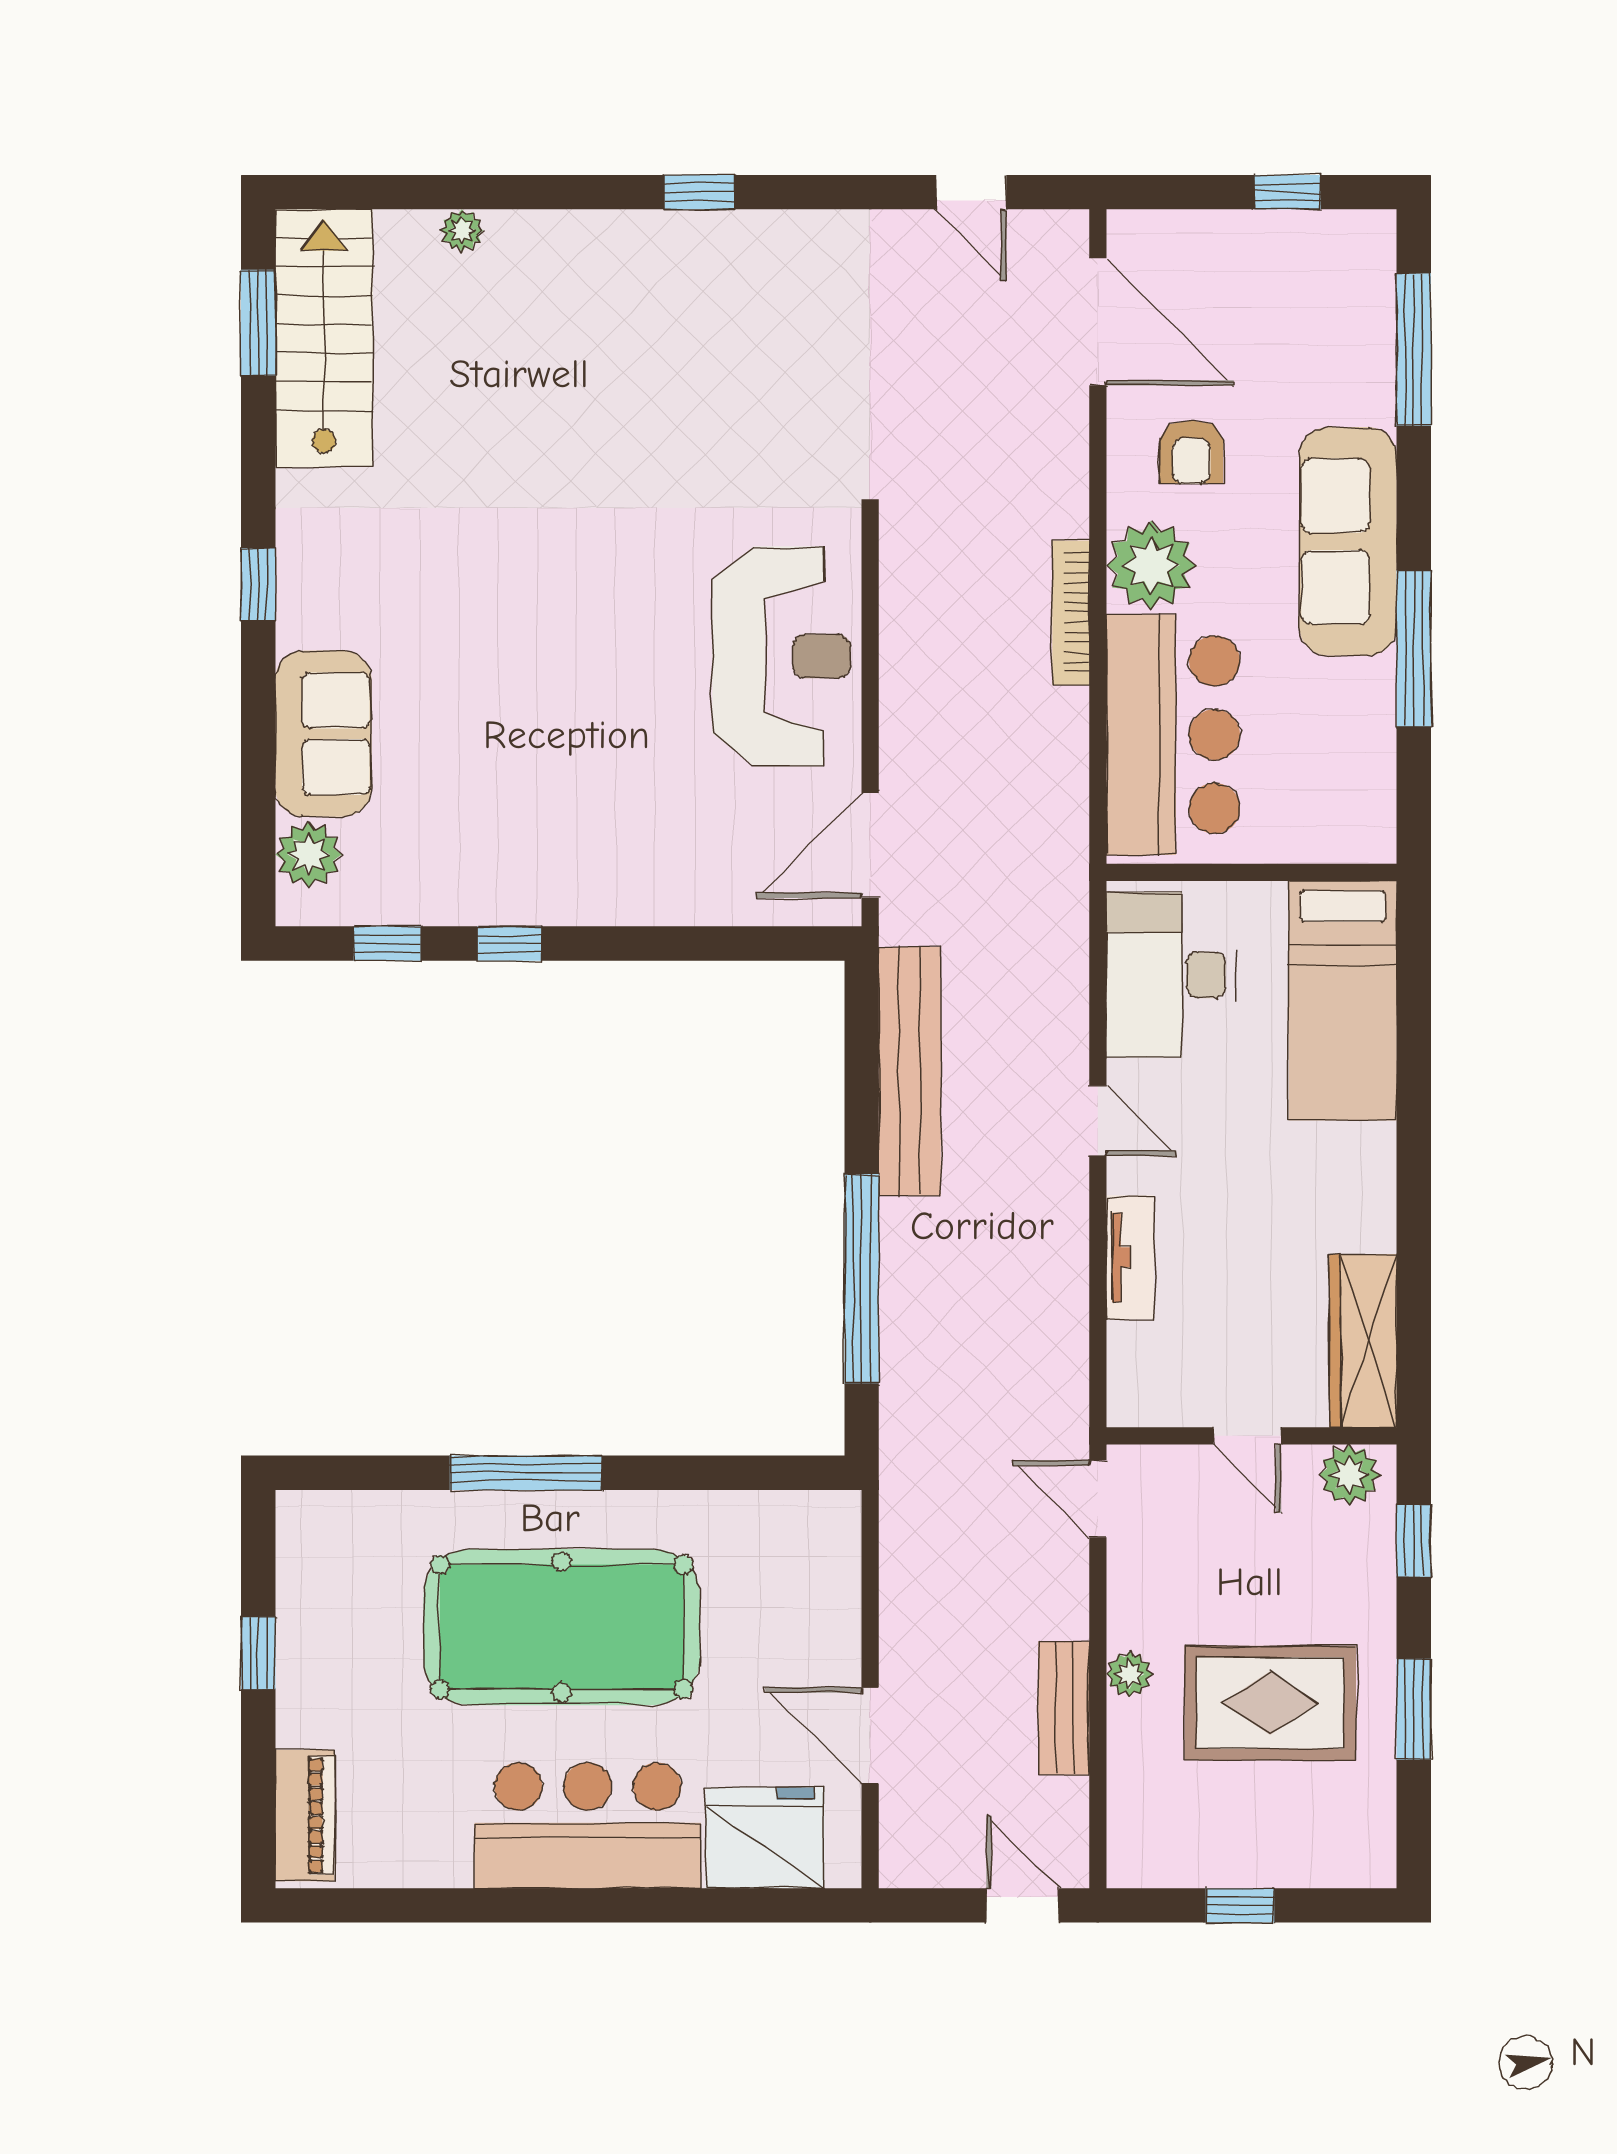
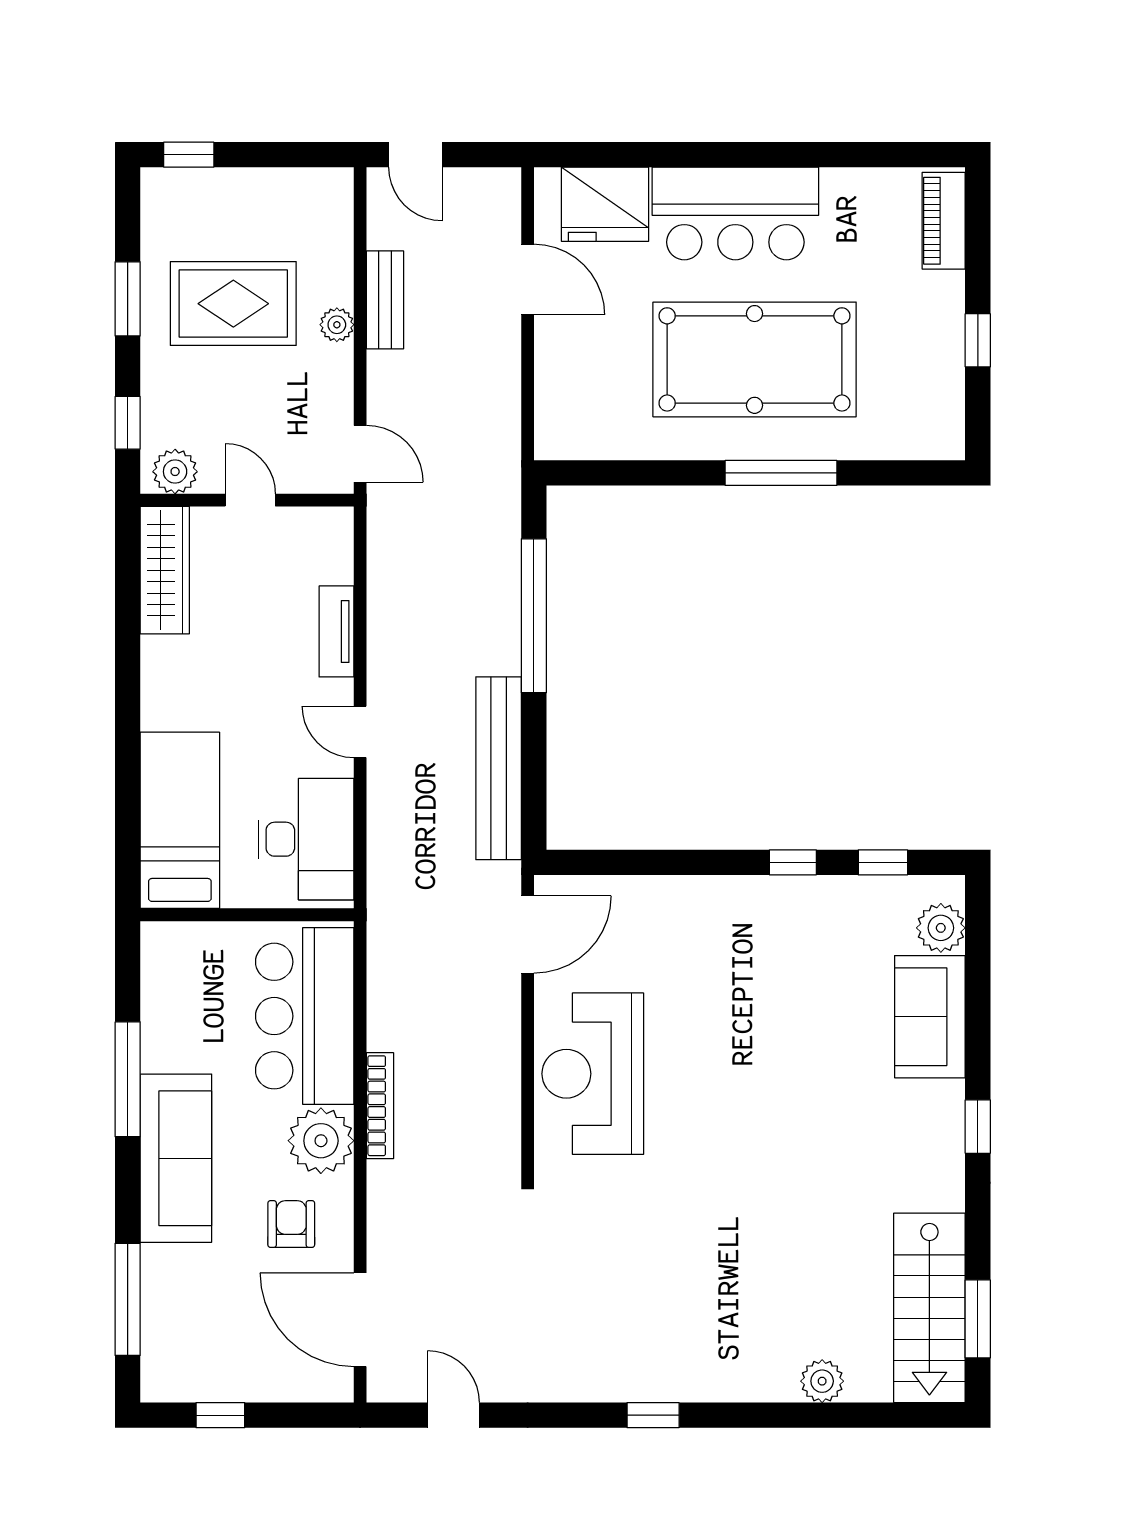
plant: (462, 230) -> (822, 1381), width x1.38, depth x1.38
window: (1240, 1905) -> (189, 155), moved

